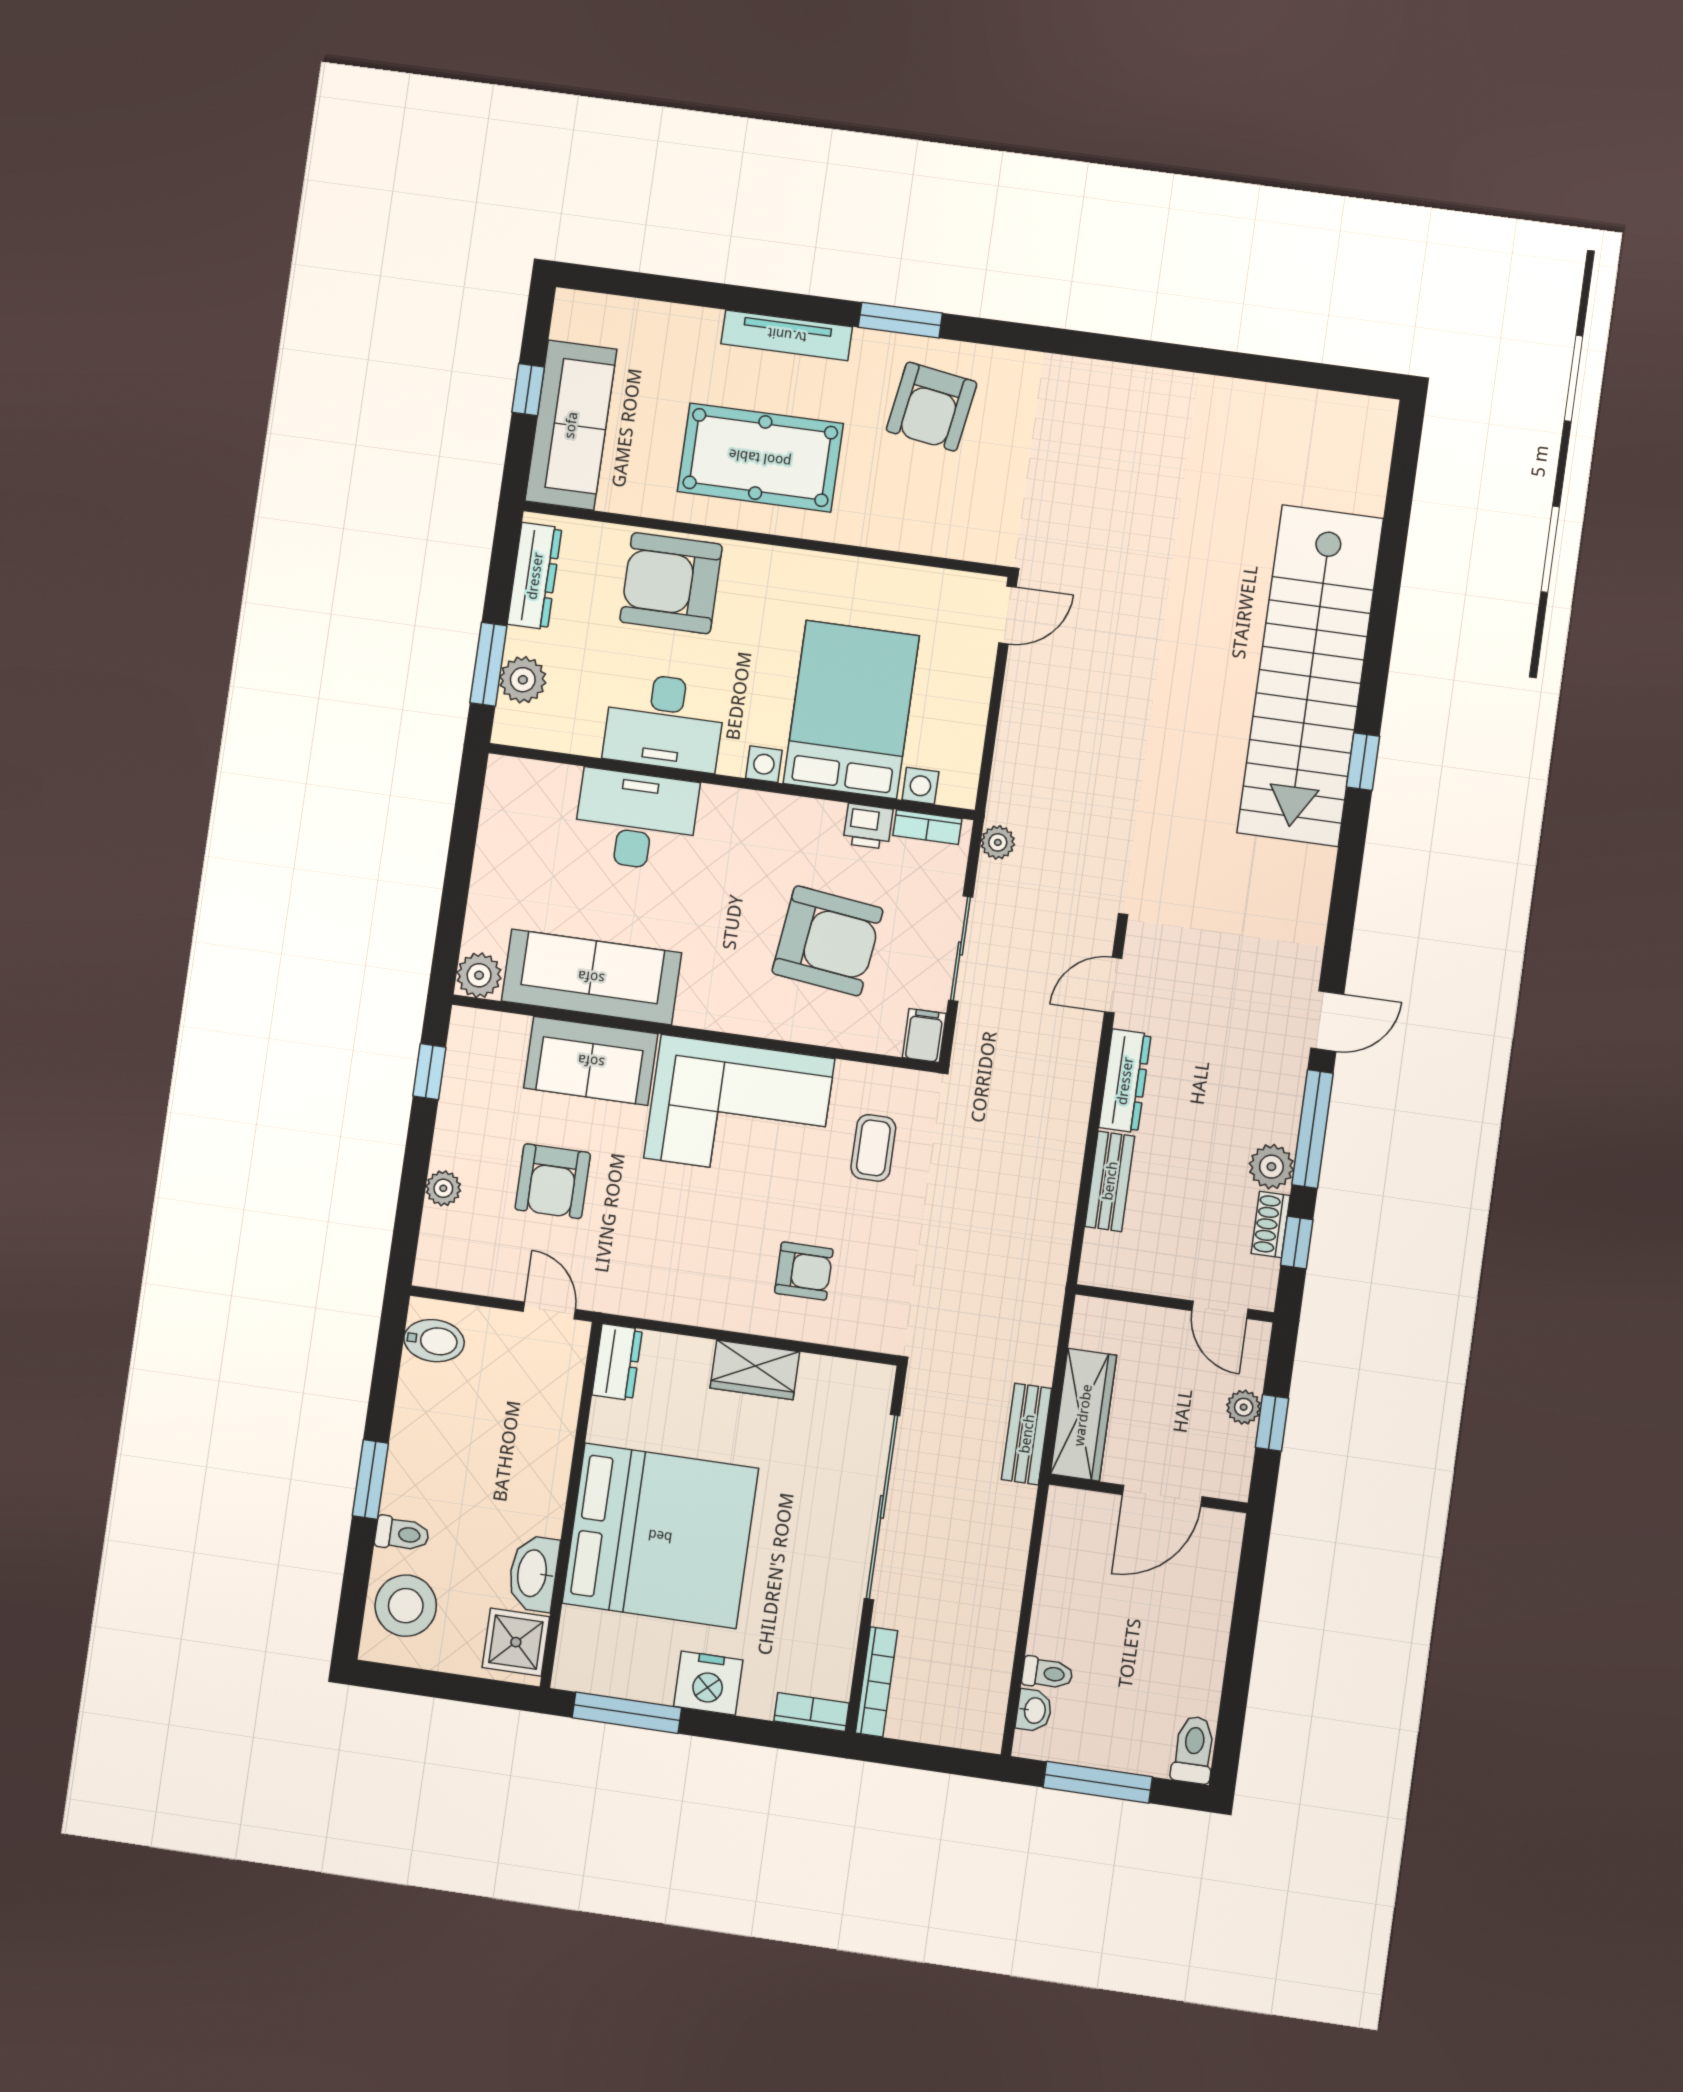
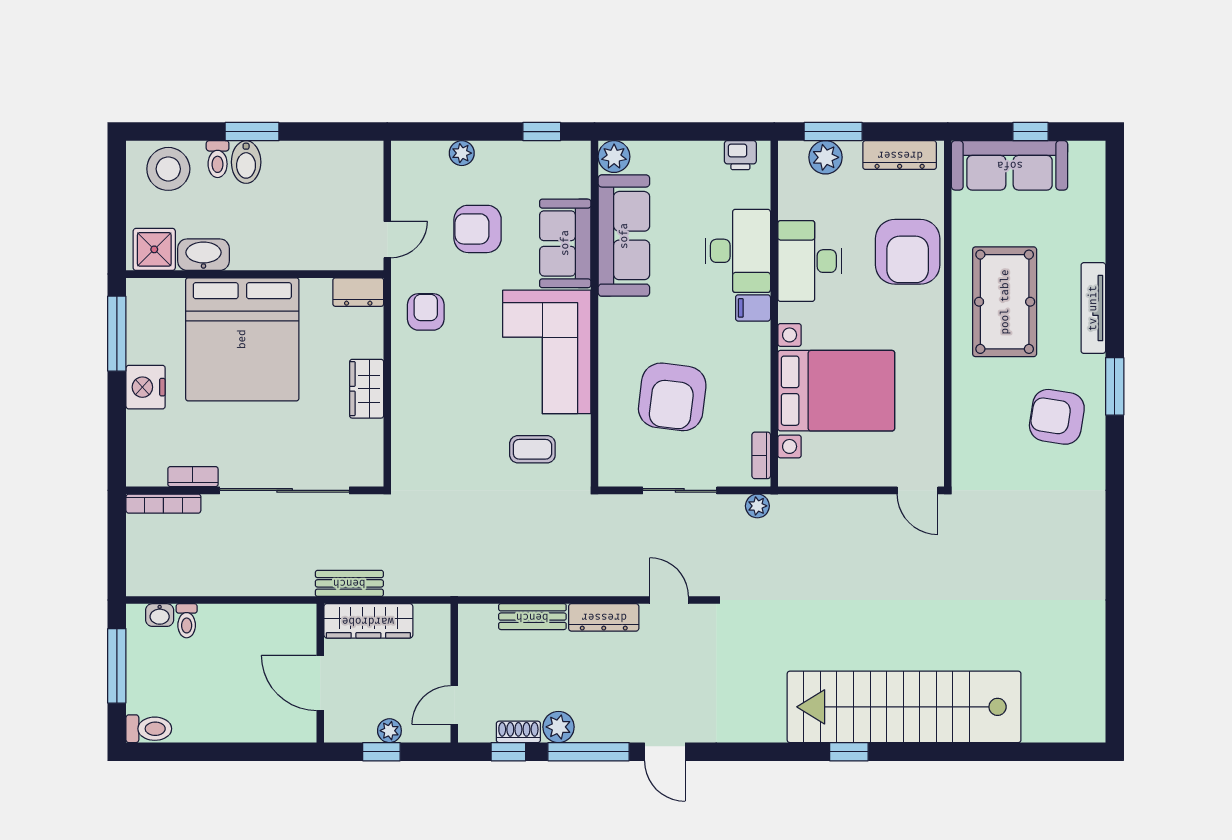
armchair: (671, 583) -> (908, 252), turned 180
printer: (868, 826) -> (740, 155), moved, turned -90
filing cabinet: (924, 1036) -> (753, 308), moved, turned 180
armchair: (804, 1271) -> (426, 312), moved, turned 180
bidet: (434, 1341) -> (246, 162), moved
bookcase: (812, 1712) -> (193, 477), moved, turned -90

